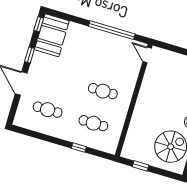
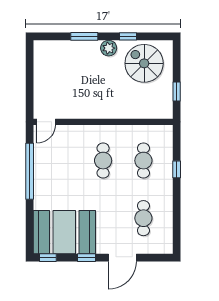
booth: (52, 35) -> (64, 232), width x1.36, depth x1.42

